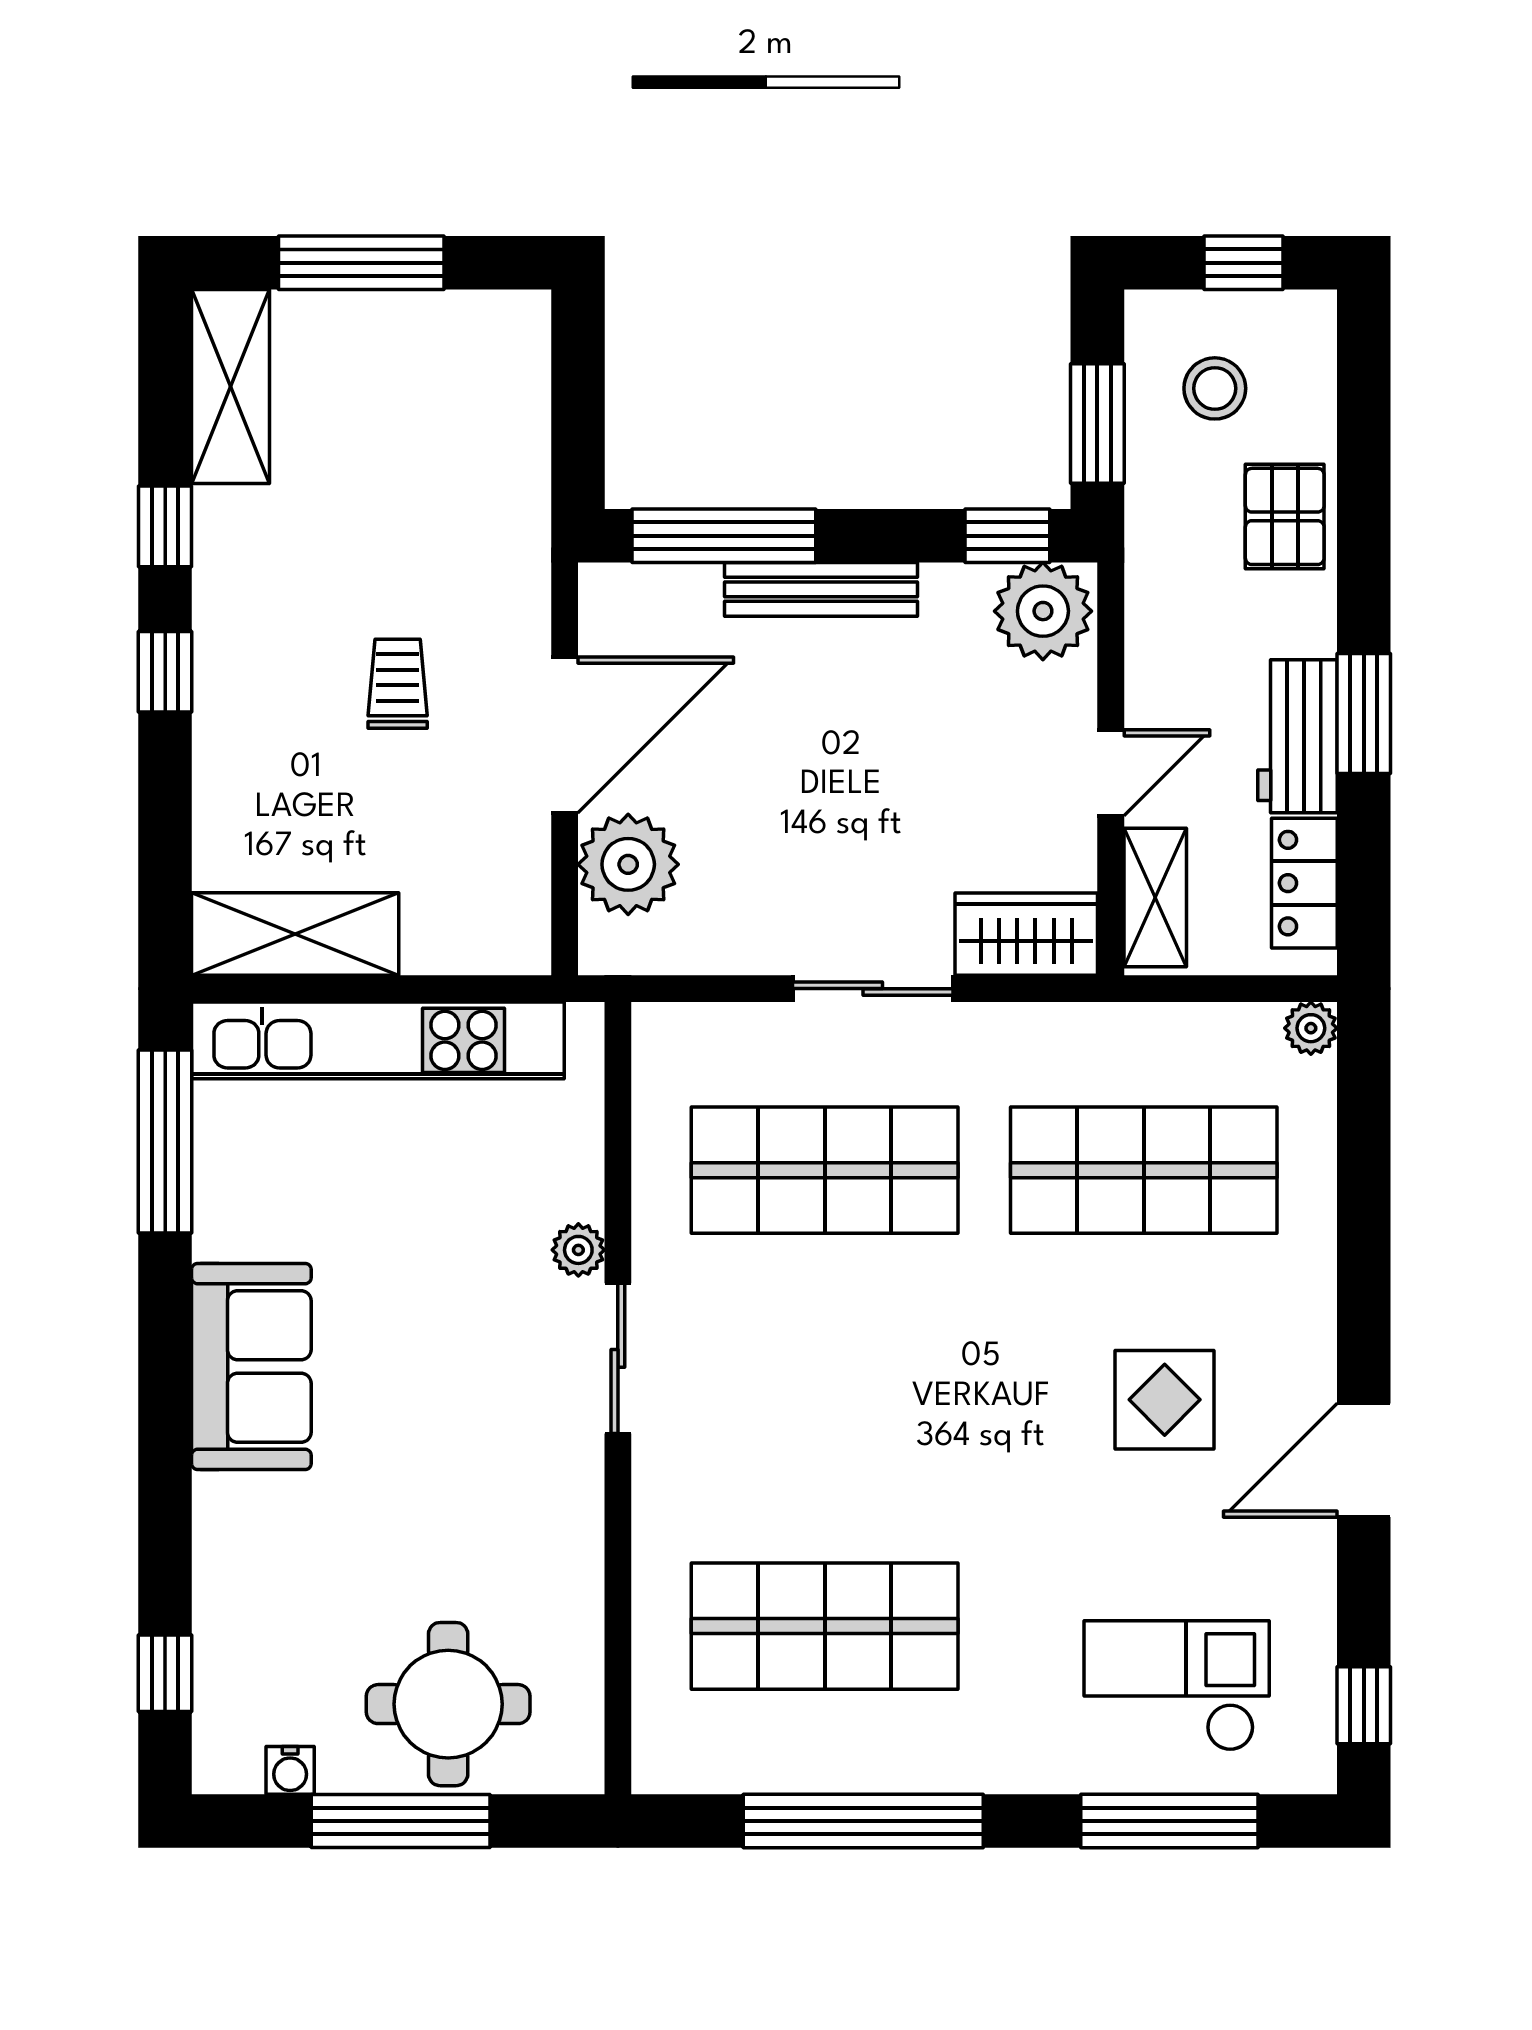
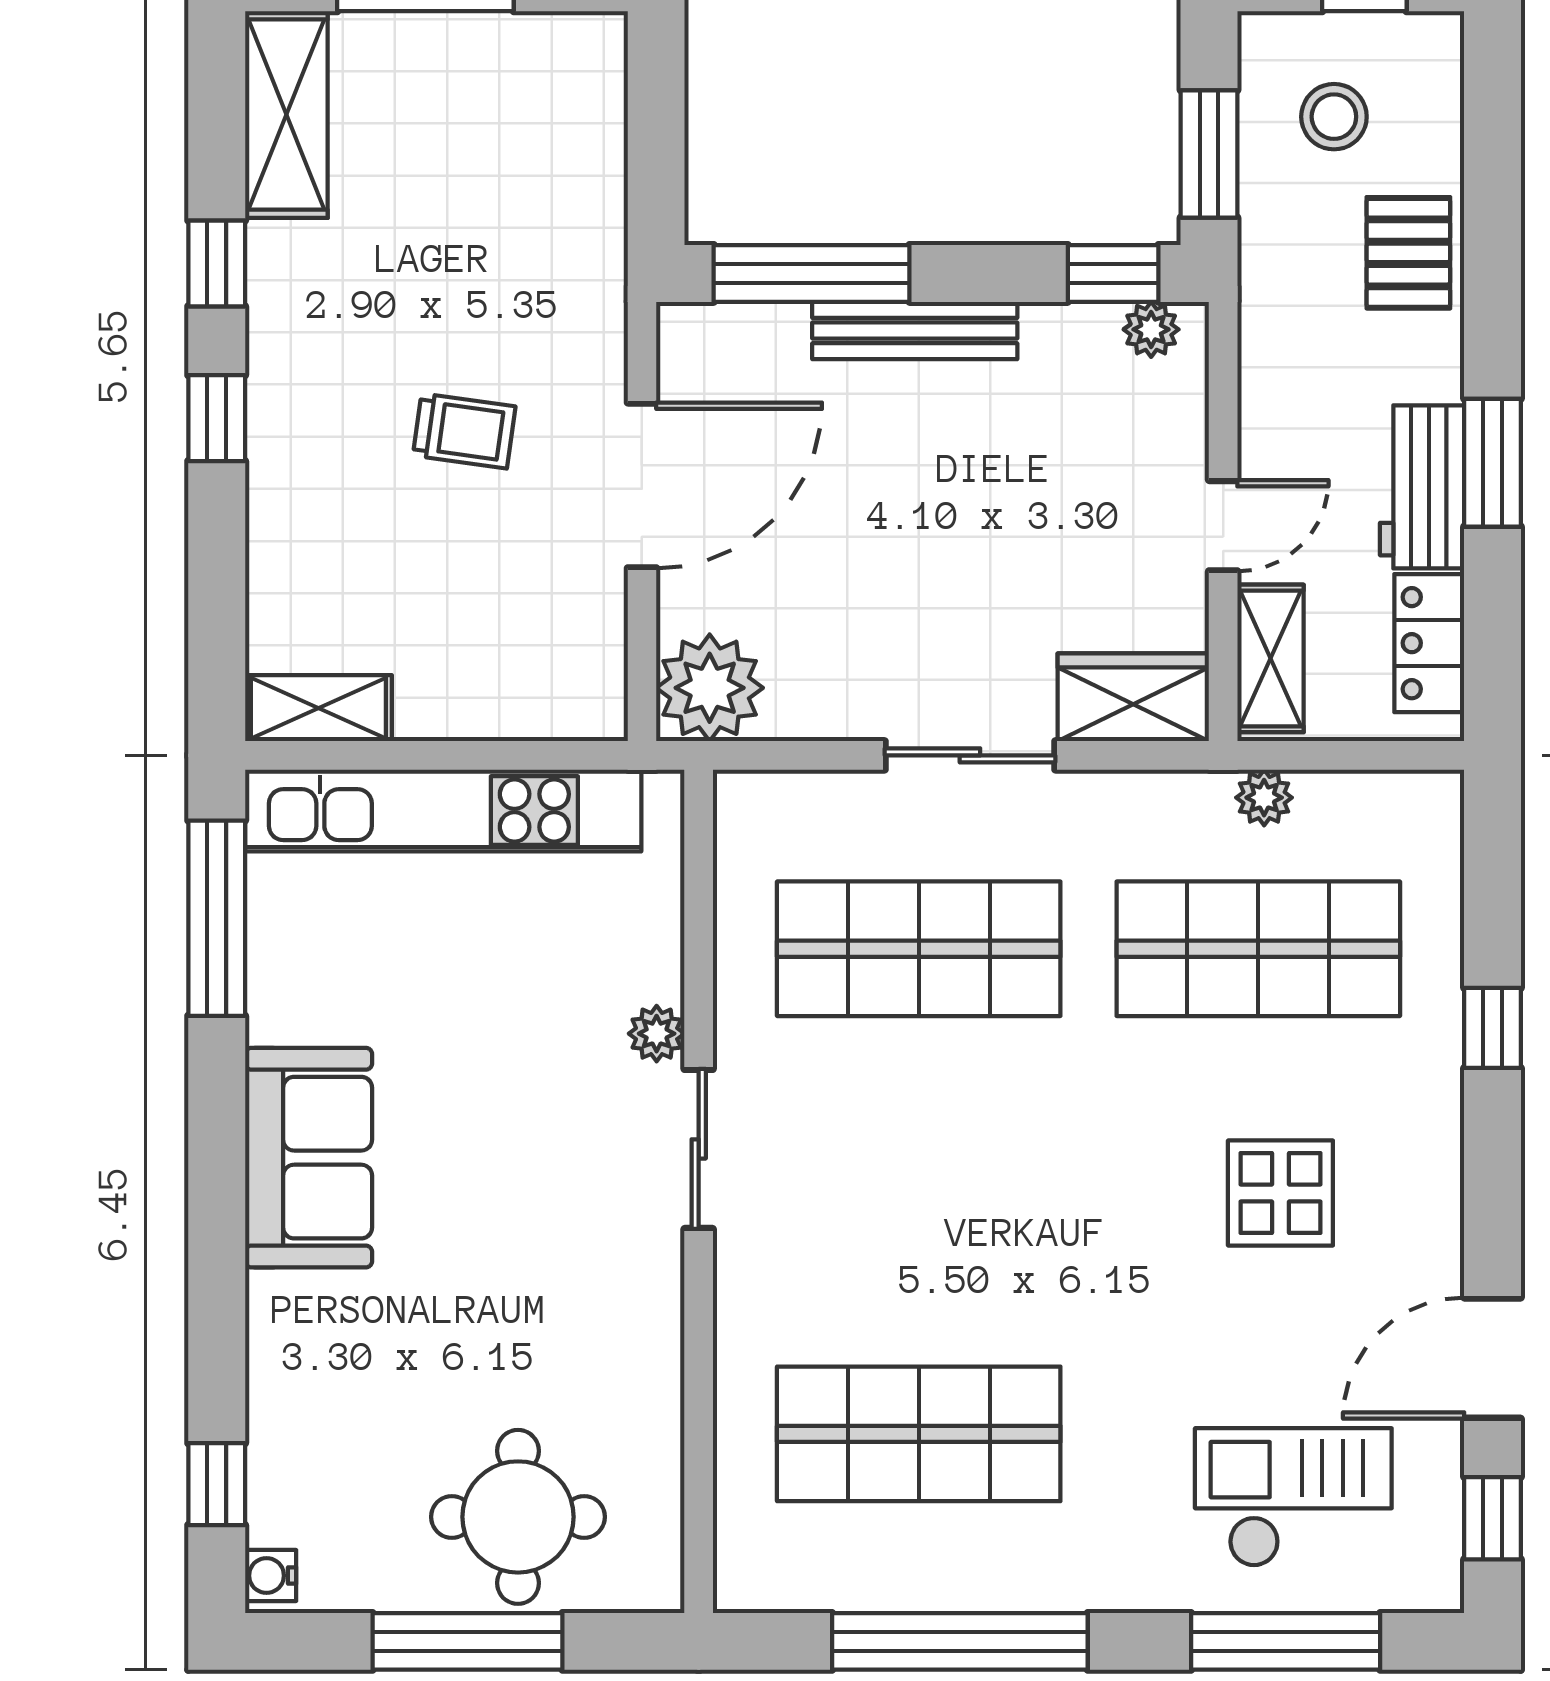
plant: (1043, 611) -> (1151, 329), width x0.53, depth x0.53
trolley: (398, 684) -> (464, 431), turned 98
plant: (628, 864) -> (710, 688), moved
shelving: (295, 934) -> (318, 708), width x0.67, depth x0.75
plant: (1311, 1028) -> (1264, 798), moved
window: (1364, 1245) -> (1492, 1028), added
door: (1364, 1460) -> (1492, 1358), moved
water cooler: (290, 1770) -> (271, 1576), moved, turned 90

